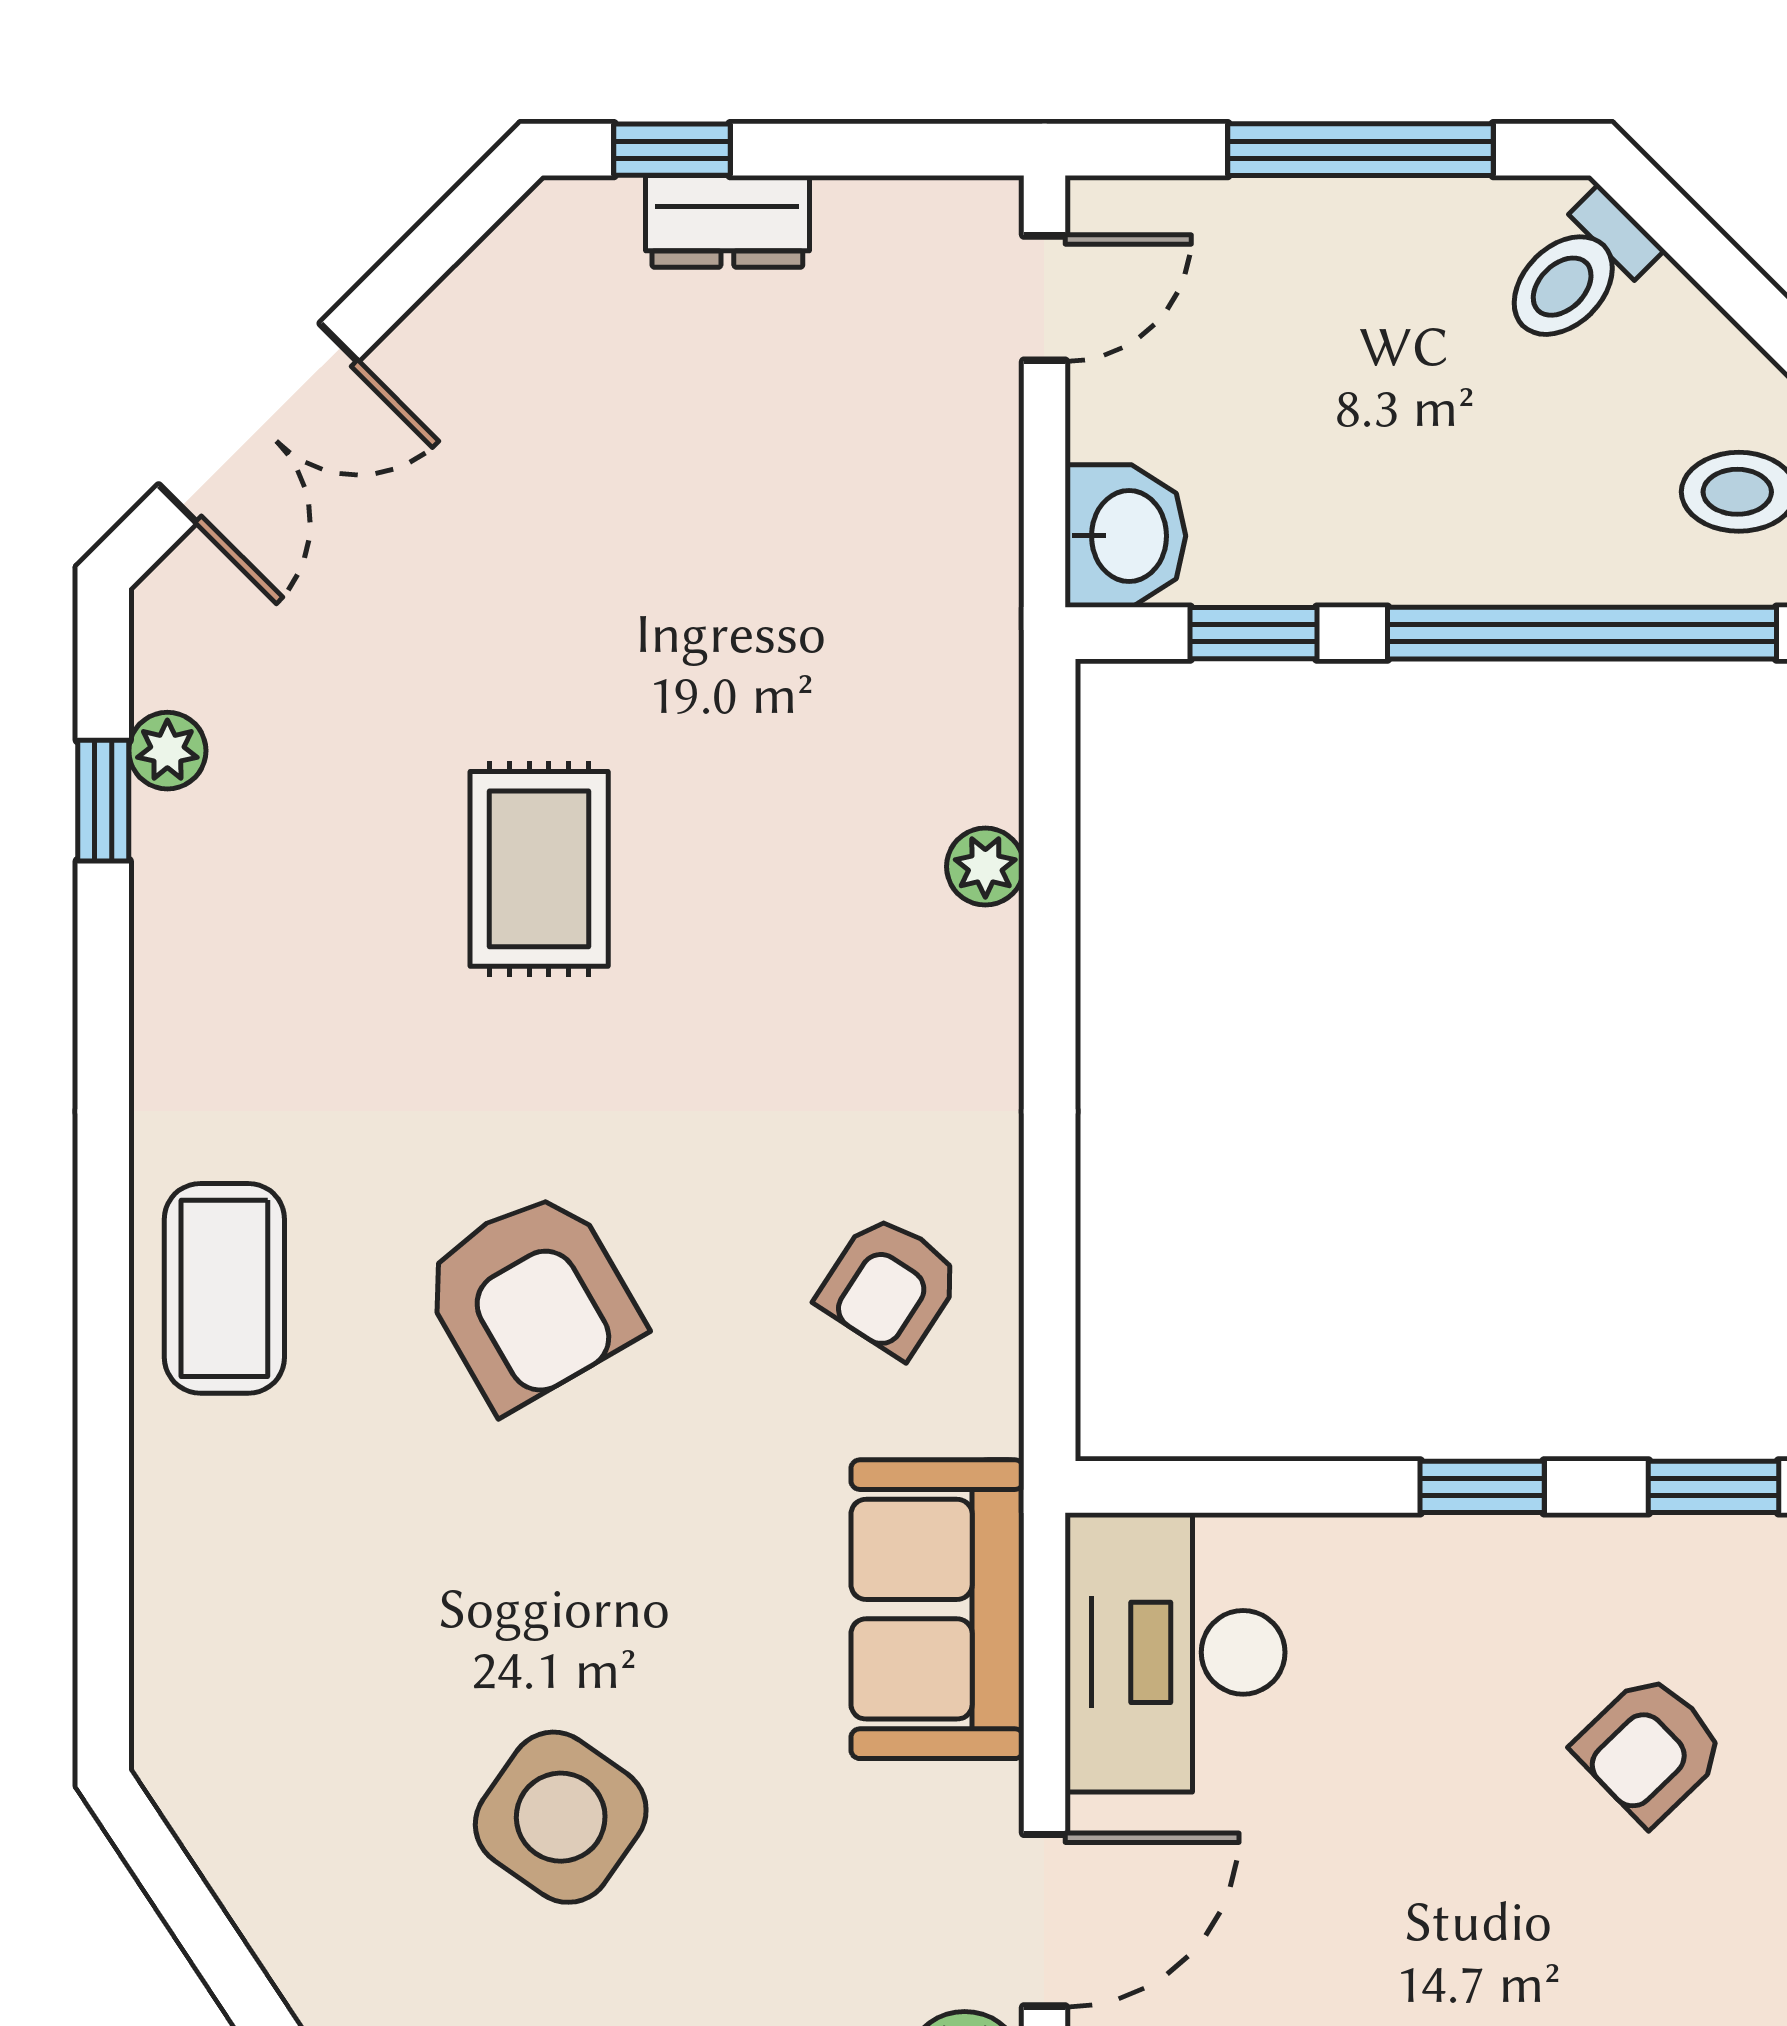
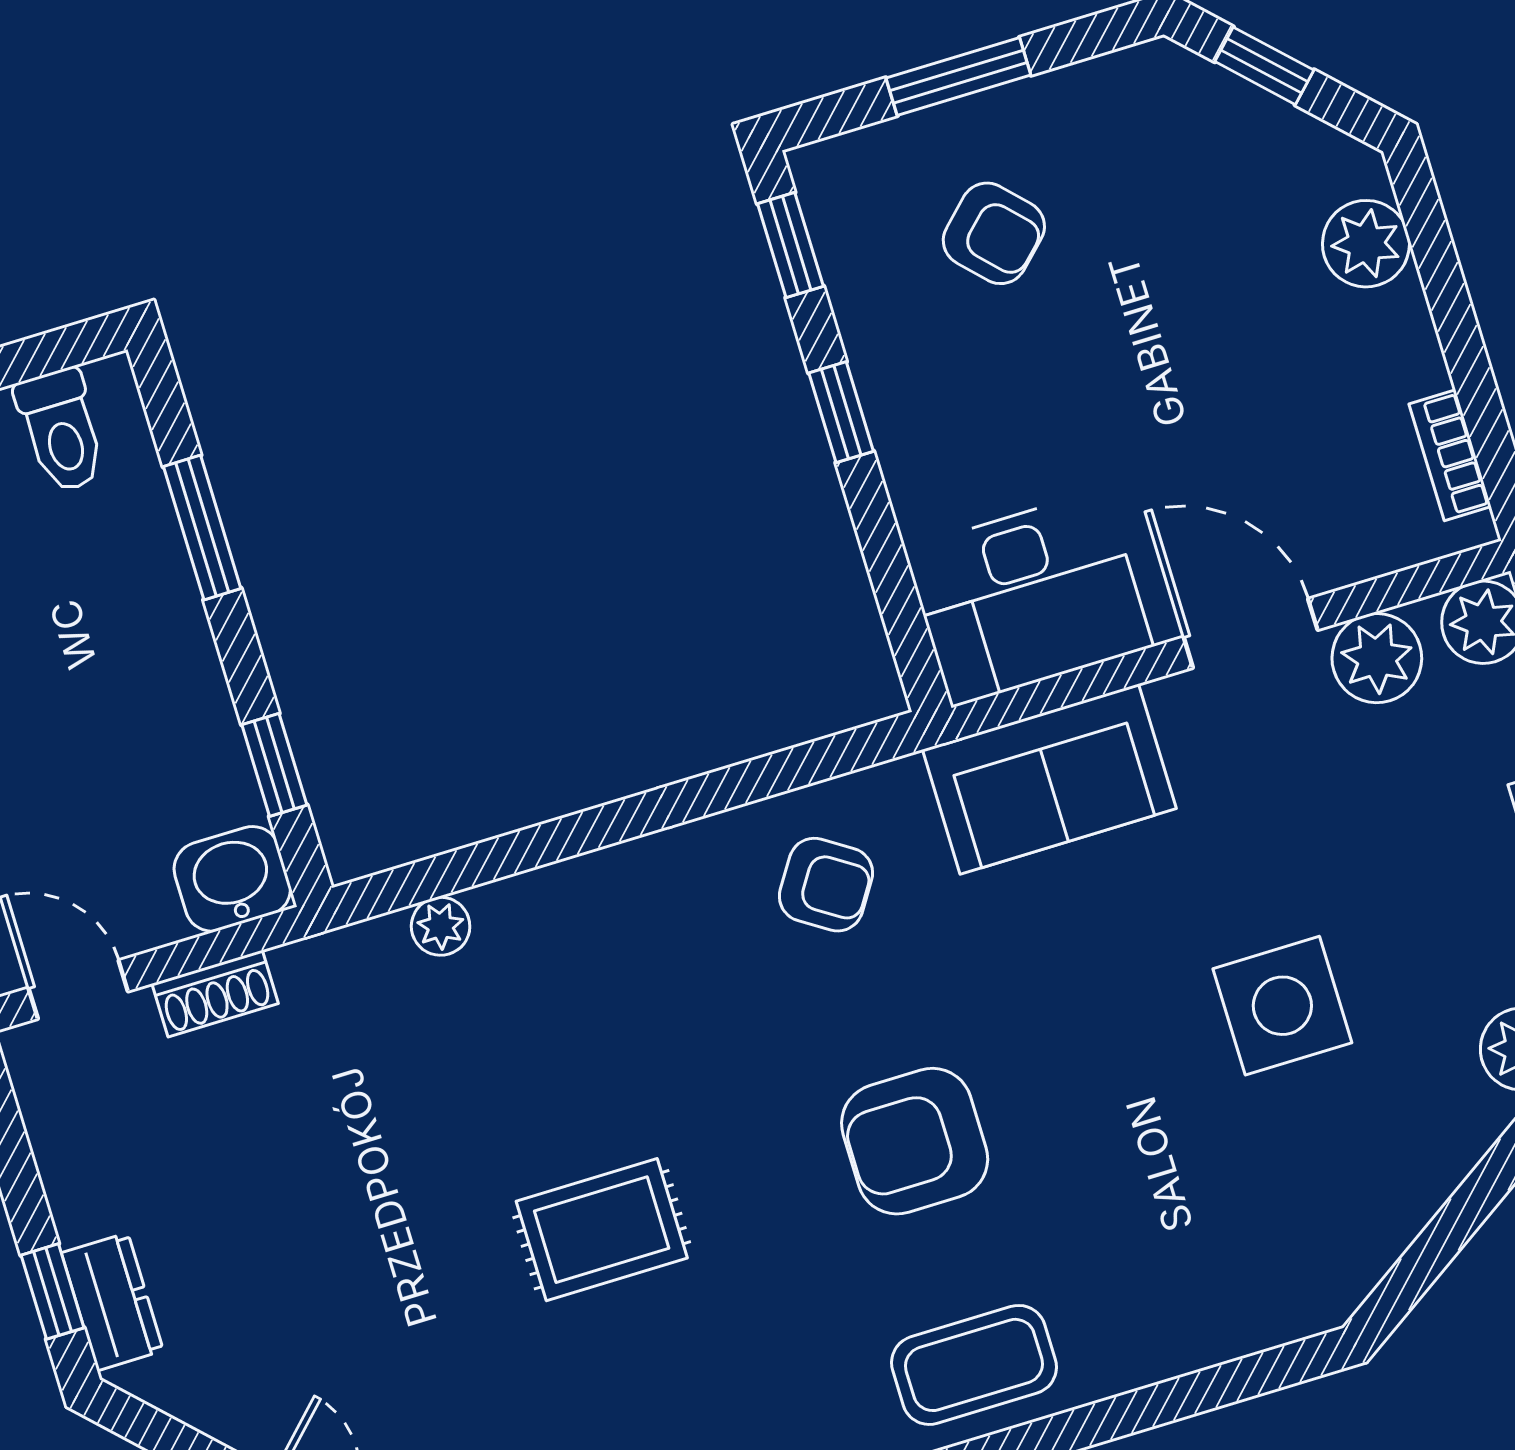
dresser: (727, 221) -> (112, 1302), moved
shoe rack: (987, 470) -> (215, 994), added
window: (1582, 633) -> (202, 528), width x0.47
plant: (985, 867) -> (441, 926), moved
armchair: (531, 1299) -> (915, 1141), turned -150
side table: (561, 1817) -> (1282, 1006), turned -35

